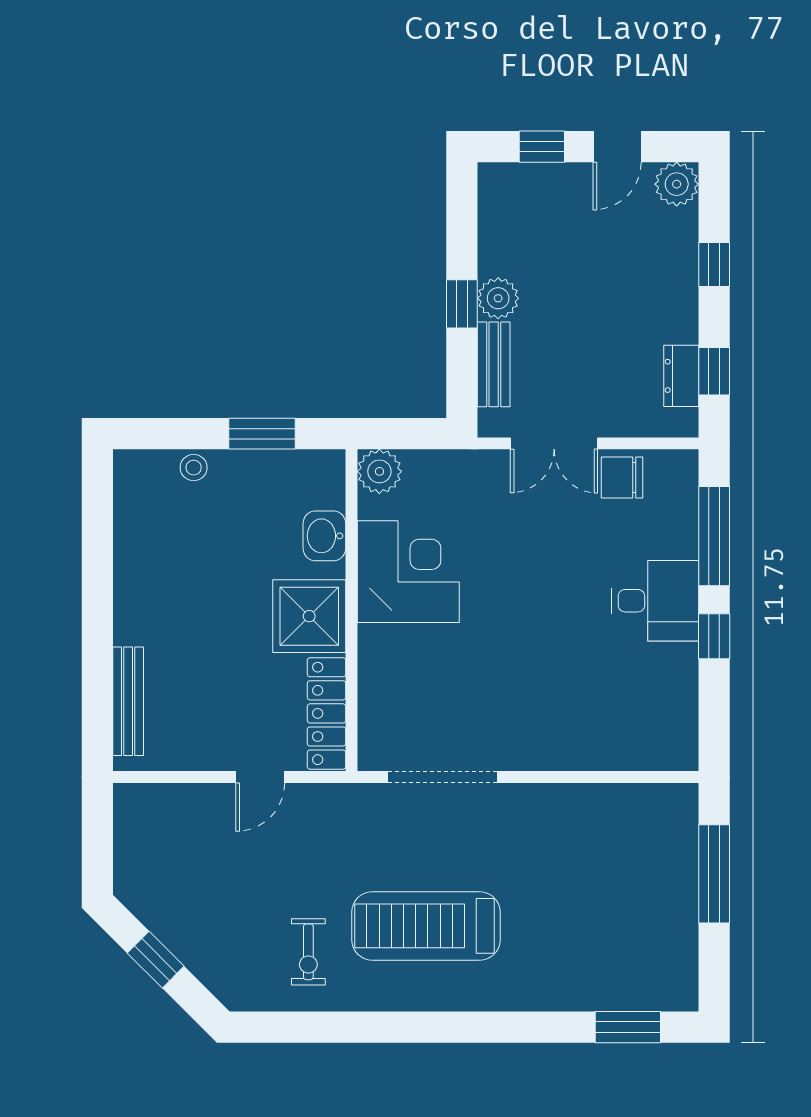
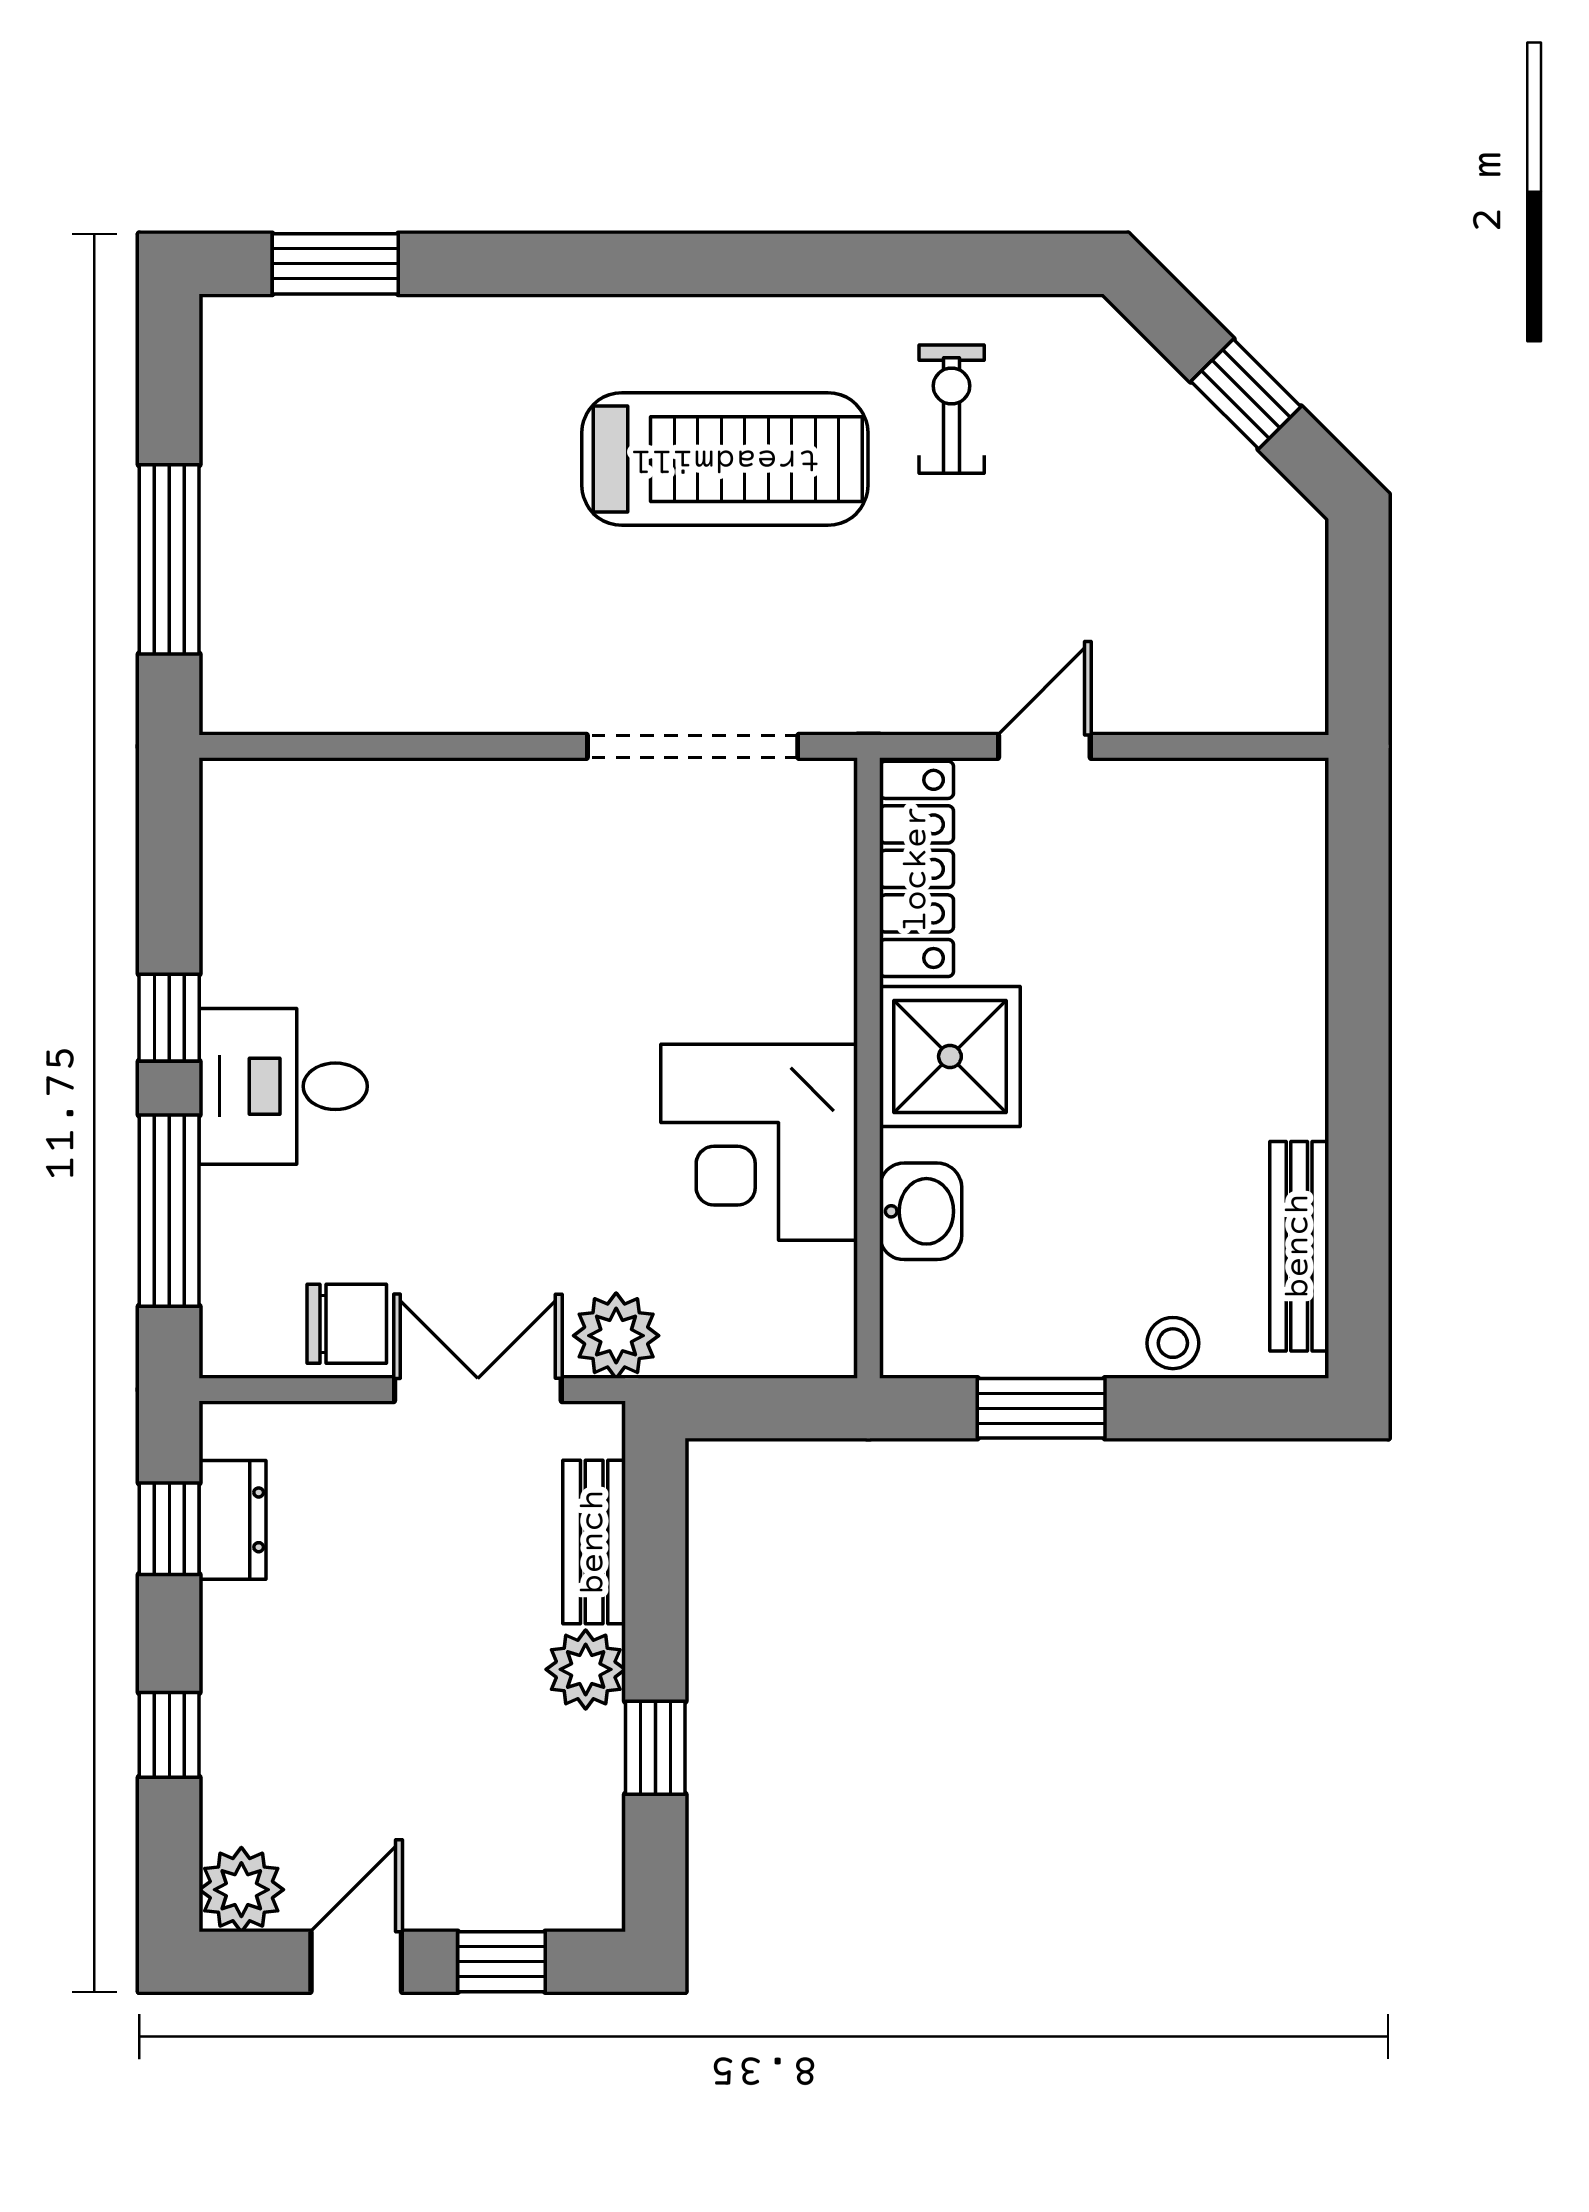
window: (462, 304) -> (655, 1748), moved
plant: (379, 471) -> (616, 1336), moved
bench: (128, 701) -> (1299, 1246), moved

